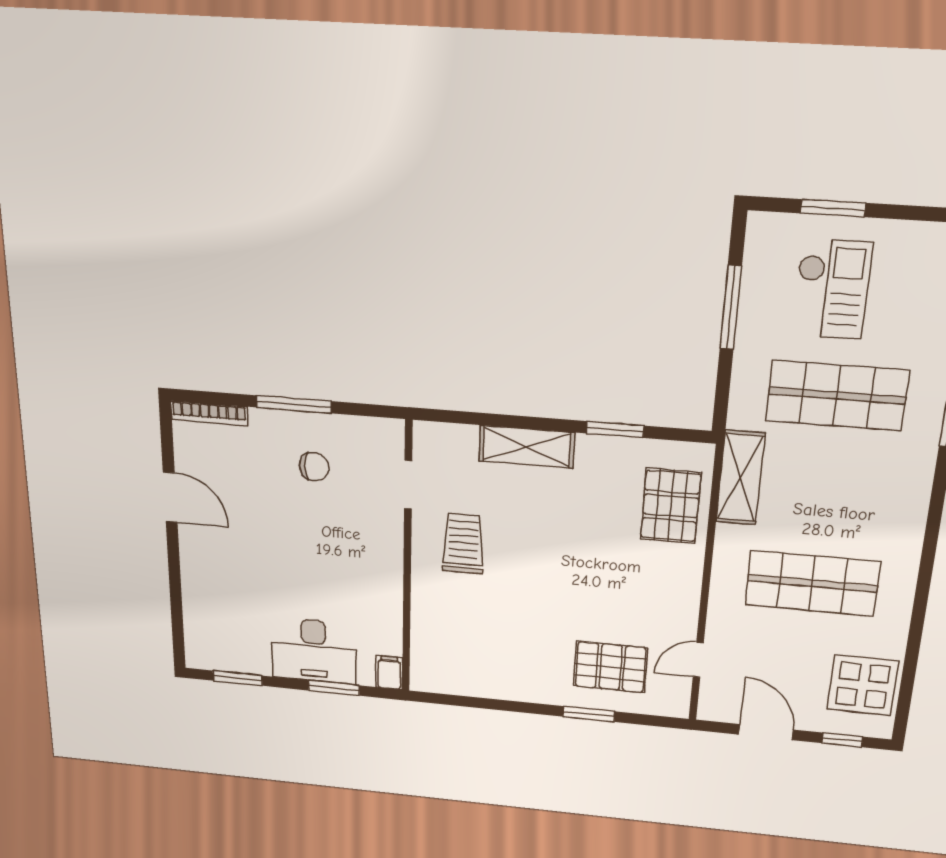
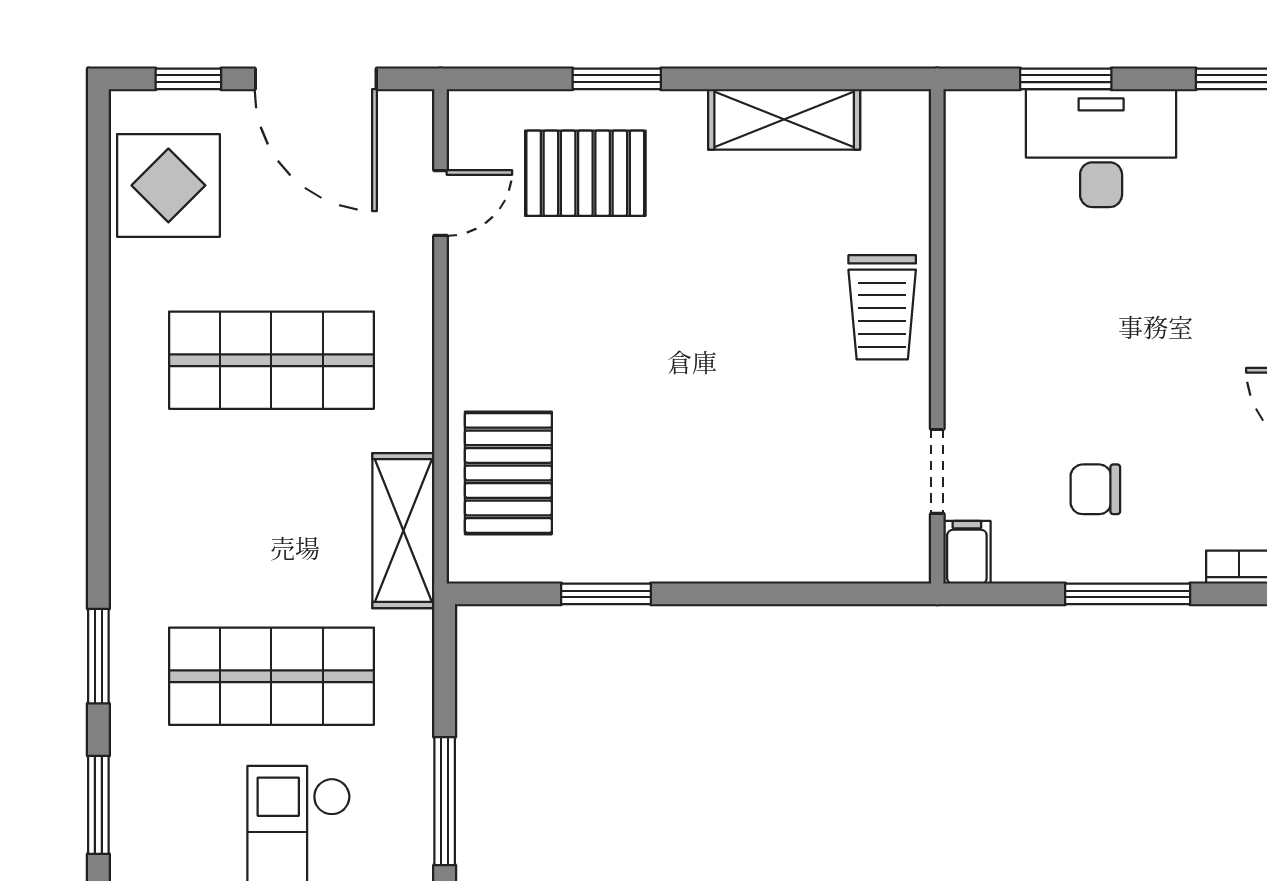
shelving: (527, 447) -> (784, 119), moved
trolley: (463, 544) -> (882, 307), moved
filing cabinet: (389, 672) -> (967, 552), moved, turned 180
door: (766, 732) -> (316, 79), width x1.36

